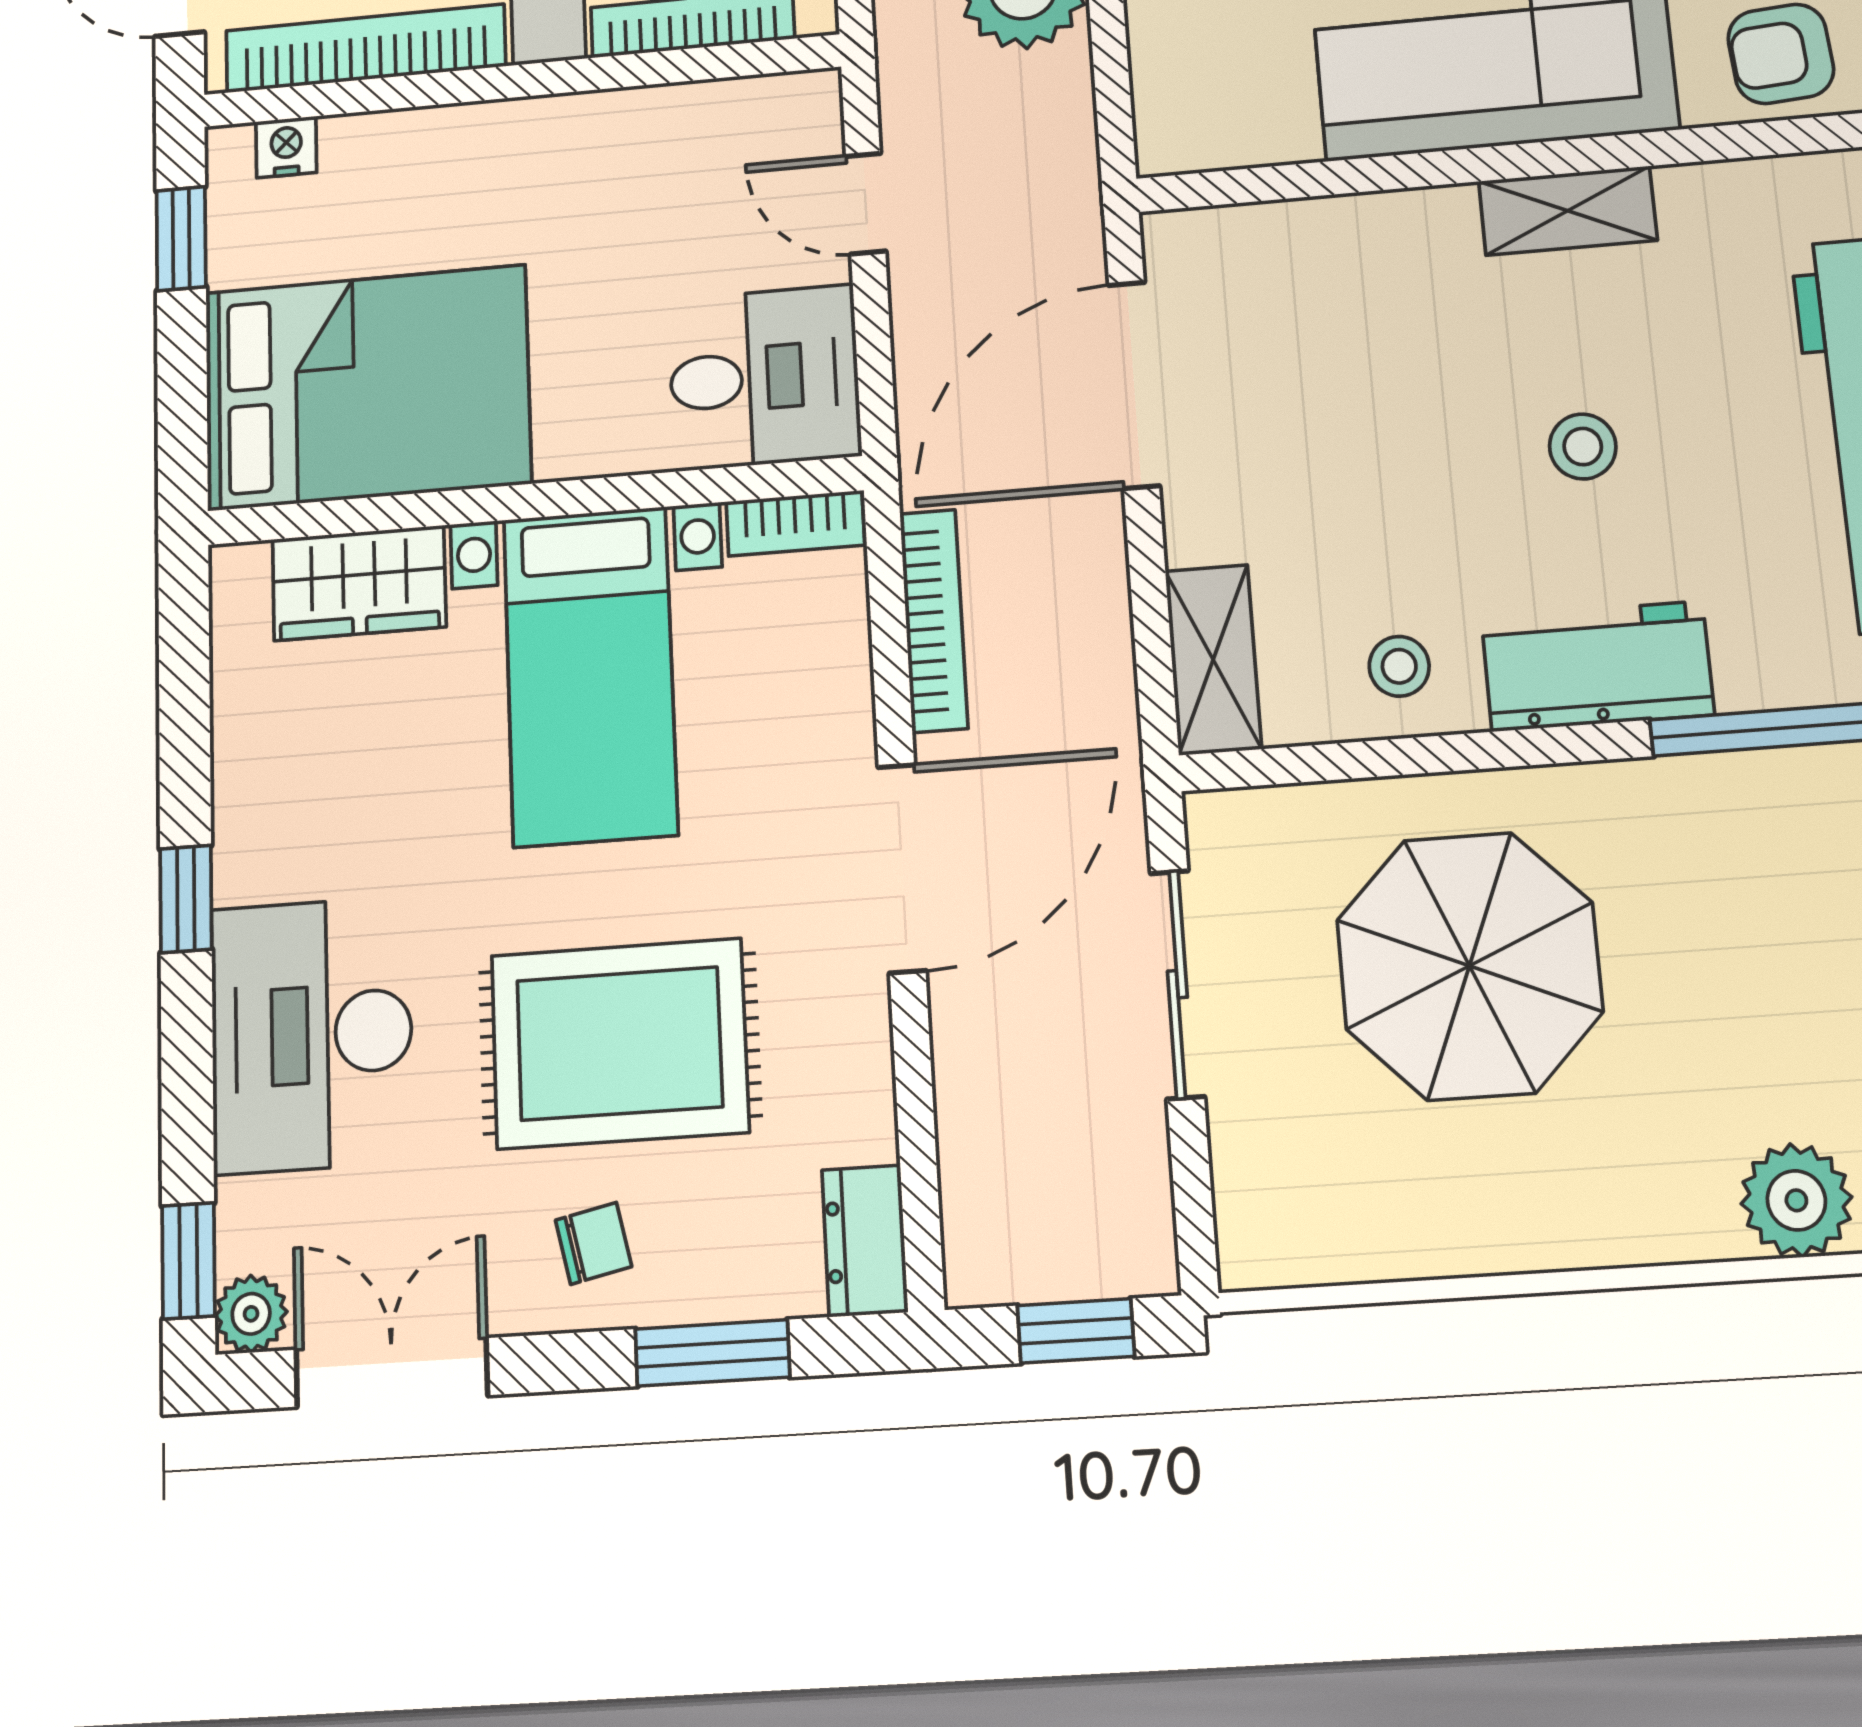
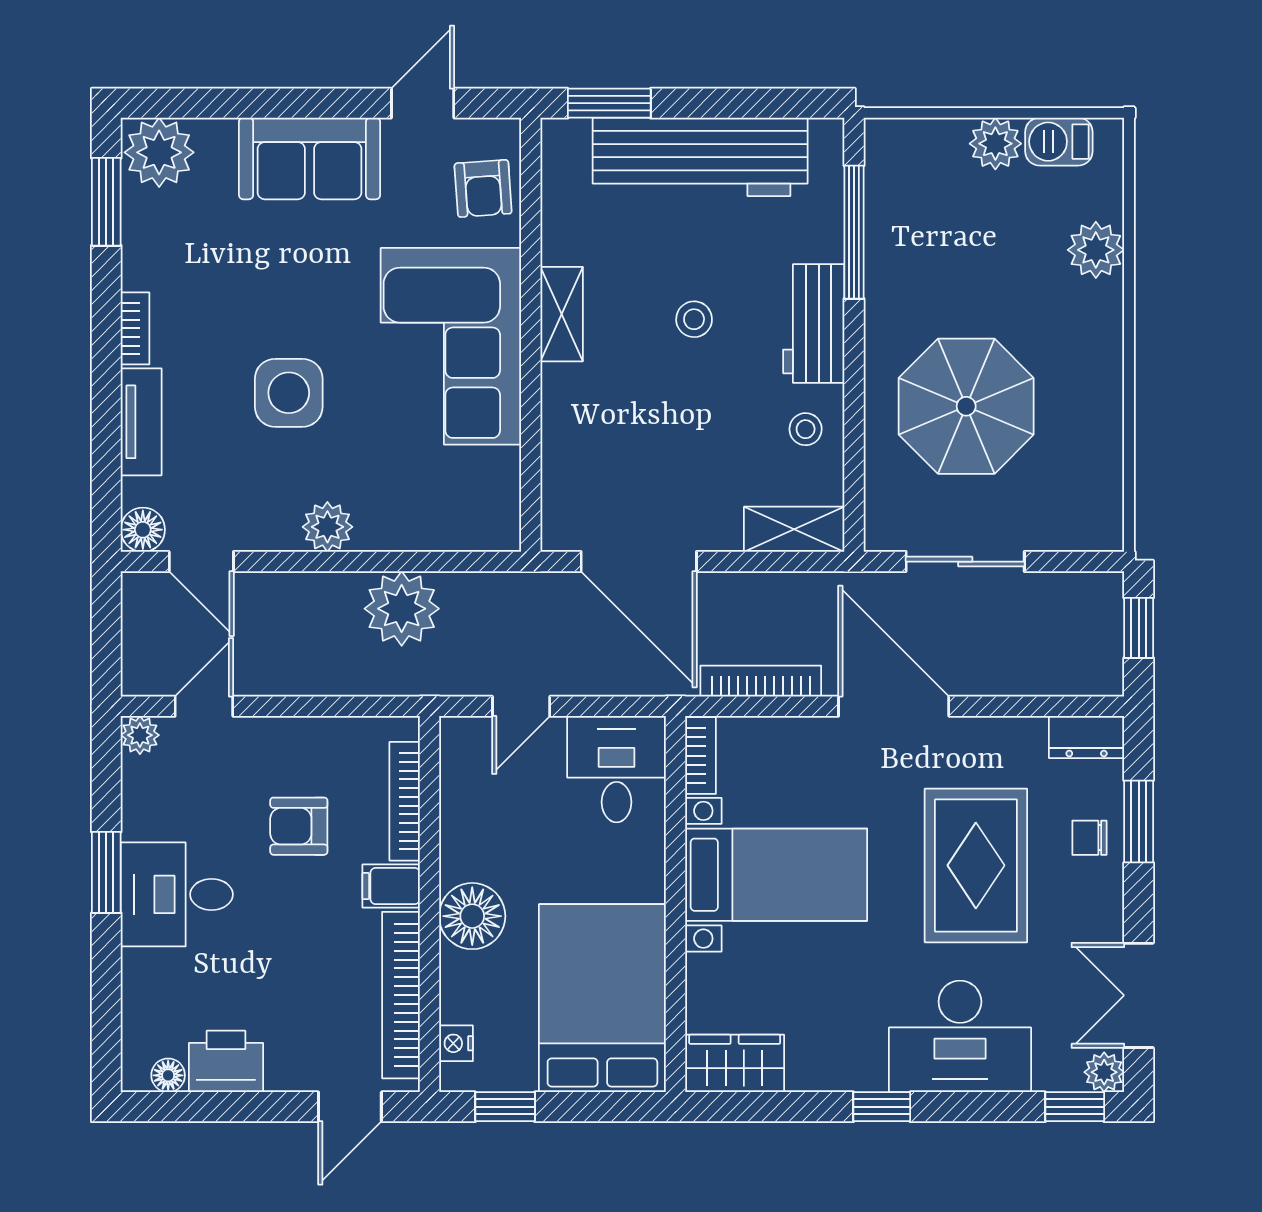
floor lamp: (501, 154) -> (472, 916), added
wardrobe: (359, 583) -> (735, 1063), moved, turned -90
chair: (594, 1243) -> (1089, 838), moved, turned -78

